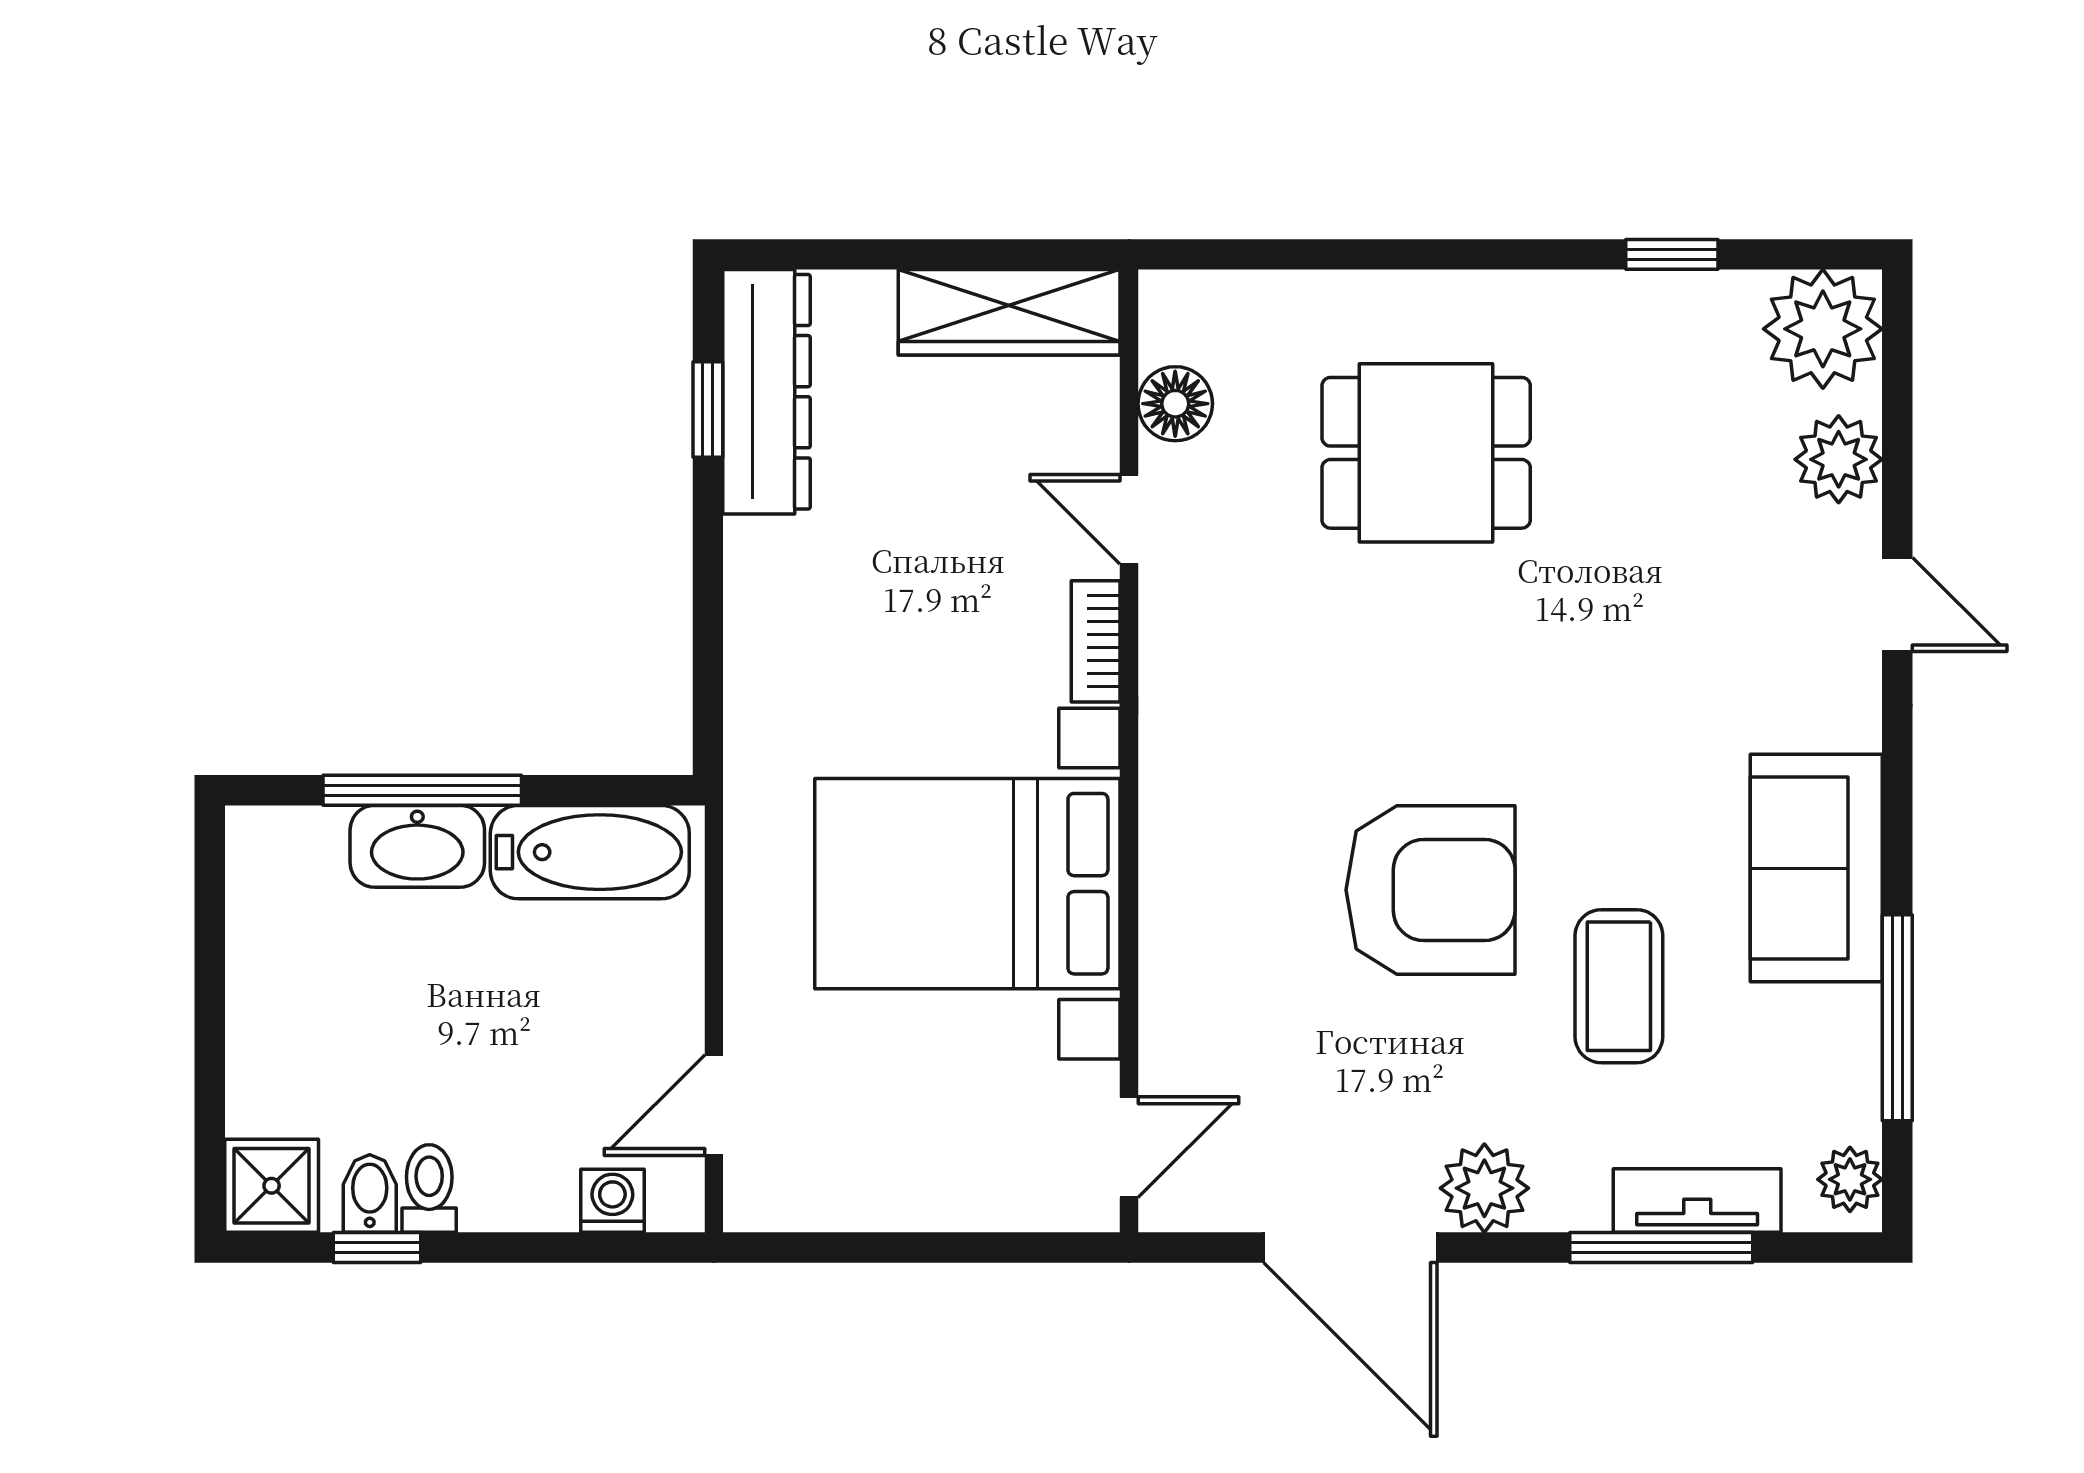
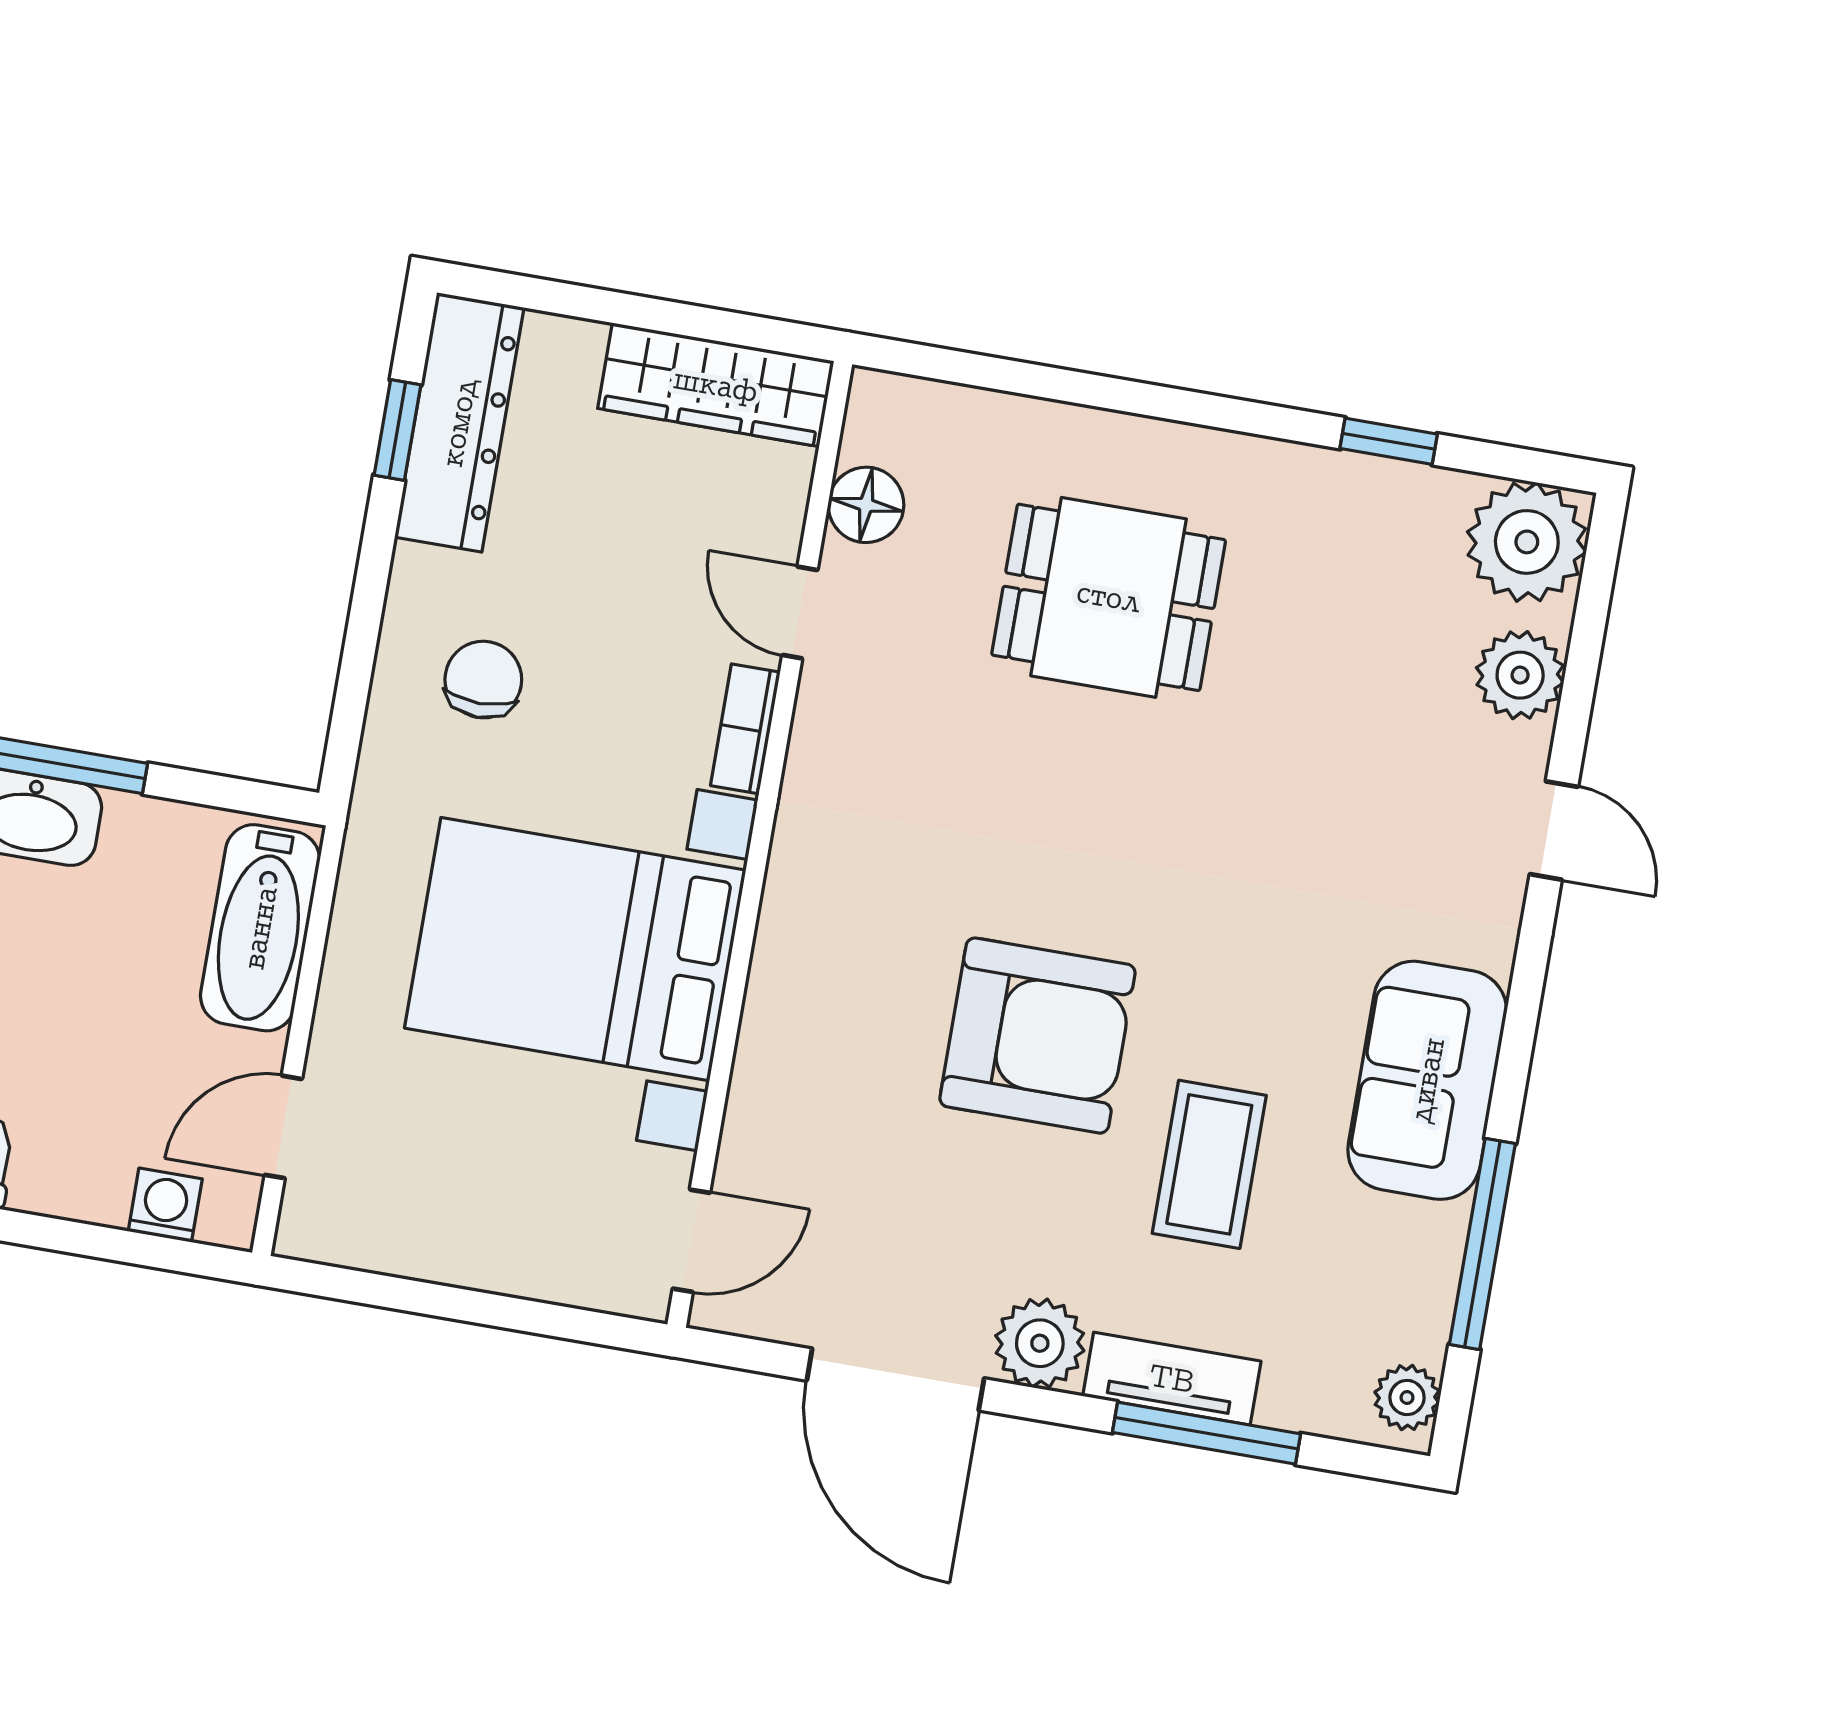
chair: (833, 637) -> (483, 680), added
bathtub: (590, 852) -> (260, 928), moved, turned 90
tv unit: (1697, 1200) -> (1172, 1379), moved

